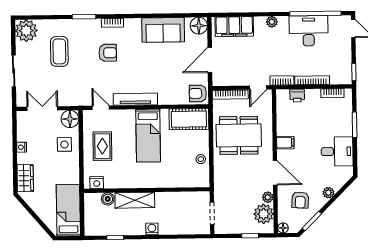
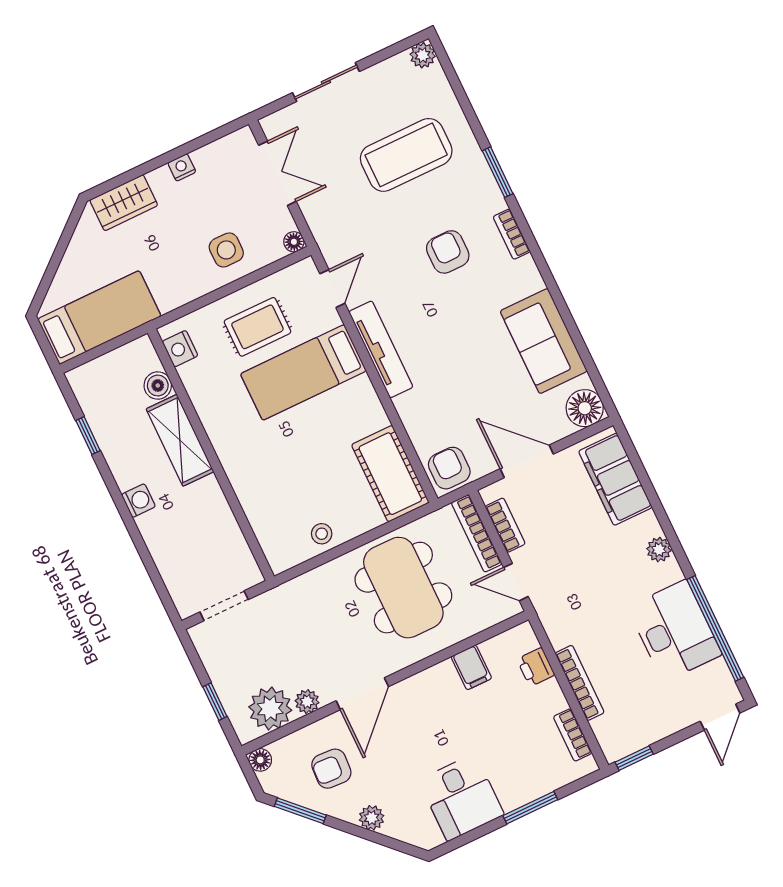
plant: (26, 31) -> (423, 55), width x0.53, depth x0.53
coffee table: (59, 51) -> (406, 155), width x1.36, depth x1.32
armchair: (108, 53) -> (448, 252), turned 180
bookcase: (282, 80) -> (505, 525), moved
floor lamp: (70, 119) -> (294, 242), width x0.53, depth x0.53
bed: (148, 136) -> (303, 372), moved
filing cabinet: (285, 143) -> (471, 667), moved

